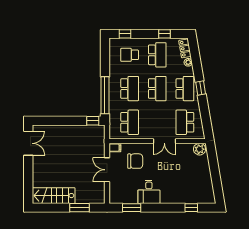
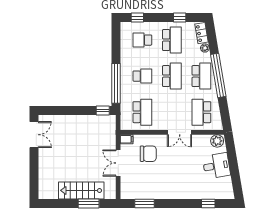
window: (201, 88) -> (218, 75), width x3.17
school desk: (130, 89) -> (142, 76), width x0.54
desk: (149, 192) -> (216, 166), moved, turned -100
stairs: (54, 196) -> (81, 190), moved

